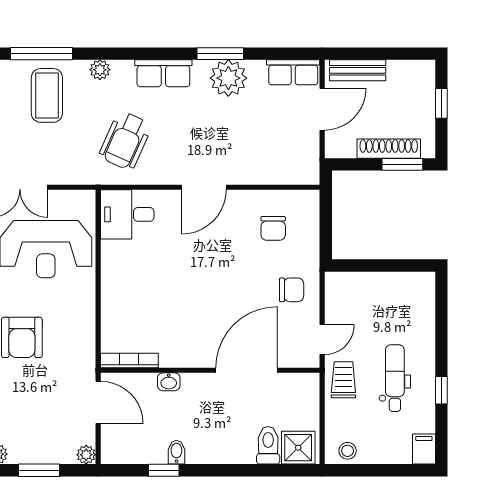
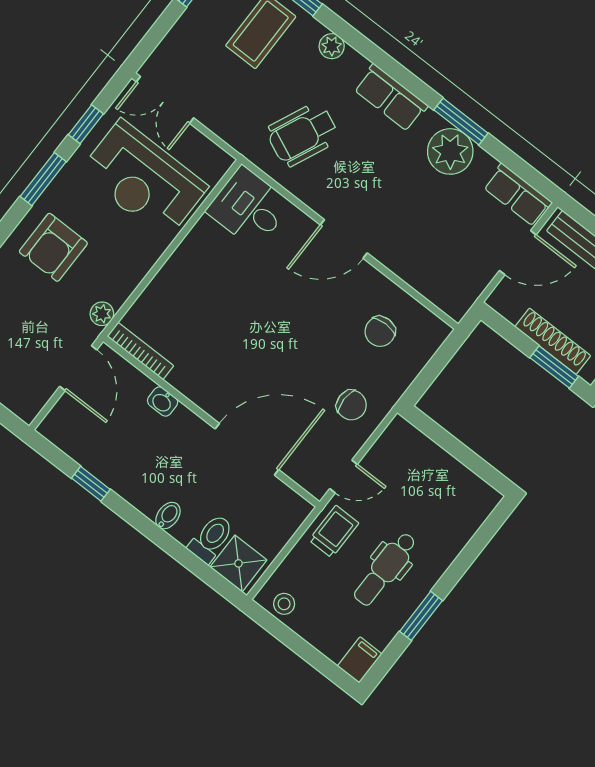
dental chair: (395, 378) -> (385, 569), turned 180
window: (441, 390) -> (421, 616), width x1.50
bidet: (176, 452) -> (168, 516), moved
plant: (86, 455) -> (102, 314), moved

